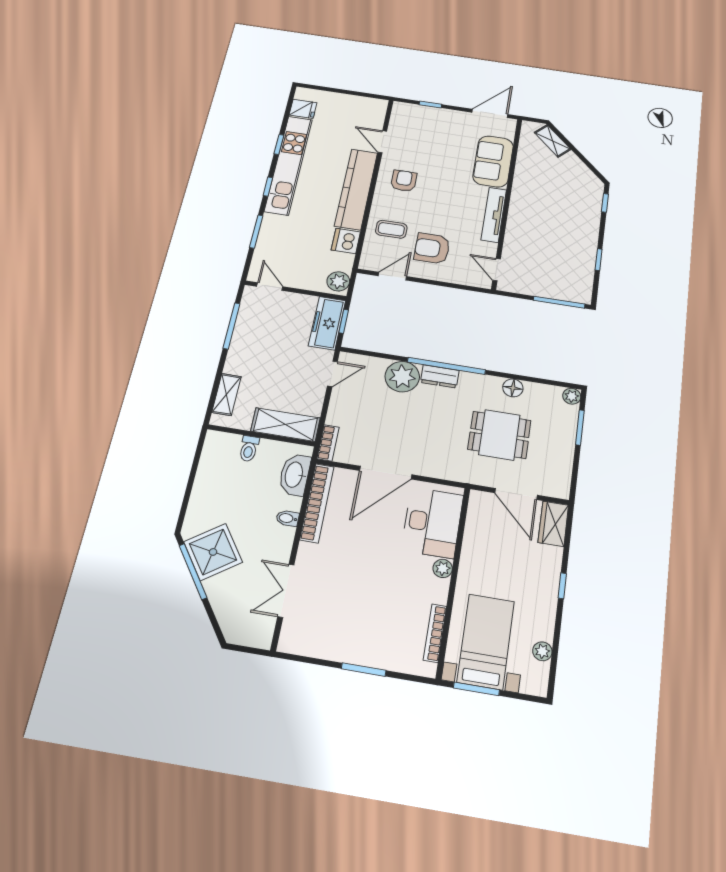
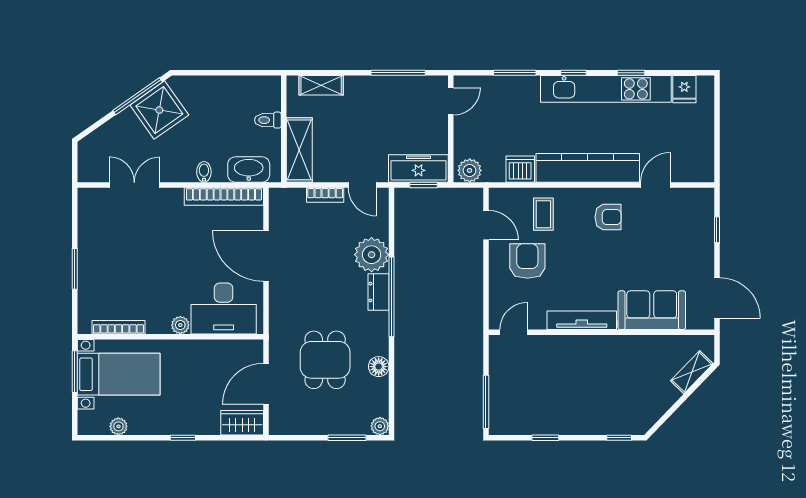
bookcase: (328, 443) -> (325, 195), moved

